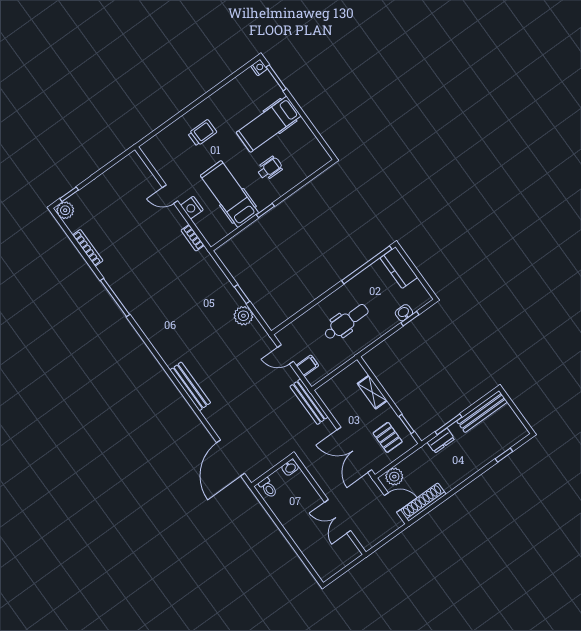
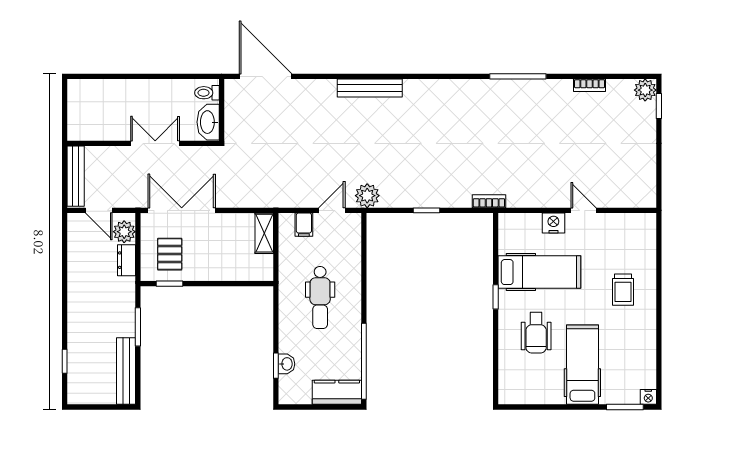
wheelchair: (270, 168) -> (536, 333), width x1.36, depth x1.37
door: (170, 194) -> (584, 210), hinge flipped
bookcase: (193, 238) -> (489, 201), moved
bookcase: (88, 248) -> (590, 85), width x0.64
plant: (243, 316) -> (367, 196), moved
shelving: (372, 392) -> (264, 233), moved, turned 90
bench: (309, 402) -> (76, 176), moved, turned 90
pallet: (388, 437) -> (170, 254), turned 90
dresser: (441, 441) -> (127, 260), moved
washbasin: (290, 467) -> (208, 122), width x1.91, depth x1.45
shoe rack: (423, 502) -> (76, 243), removed
door: (392, 503) -> (99, 210), hinge flipped
double door: (338, 516) -> (155, 143), moved

